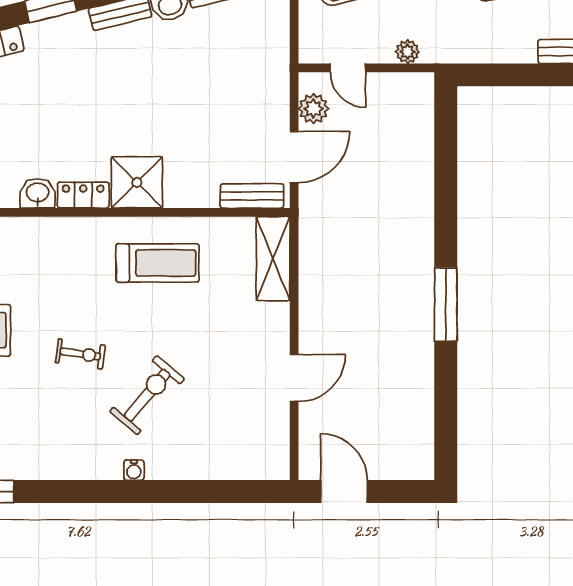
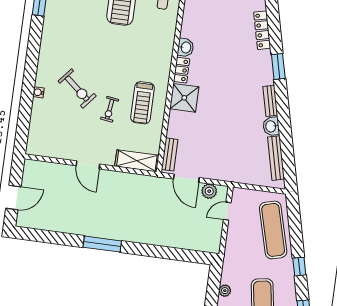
plant: (407, 52) -> (225, 291), moved
exercise bike: (80, 354) -> (110, 109), moved
door: (294, 378) -> (88, 165), moved
water cooler: (134, 470) -> (38, 92), moved
door: (344, 491) -> (13, 197), moved

